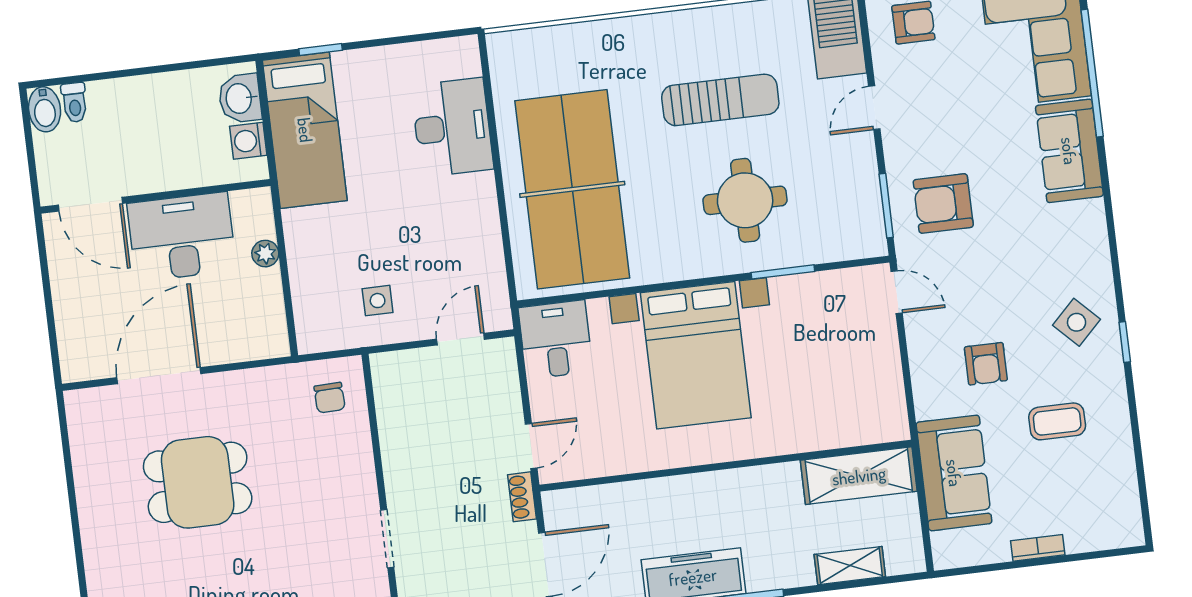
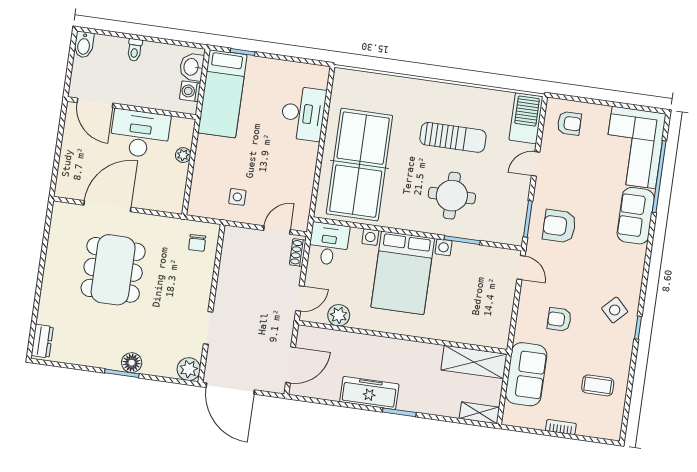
toilet: (74, 102) -> (135, 50), moved
armchair: (986, 364) -> (559, 319), turned 90
coffee table: (1057, 421) -> (598, 385), moved
plant: (606, 457) -> (339, 315), added
dining table: (198, 482) -> (113, 270), width x1.38
shoe rack: (522, 497) -> (298, 252), moved
shelving: (850, 566) -> (479, 413), moved

